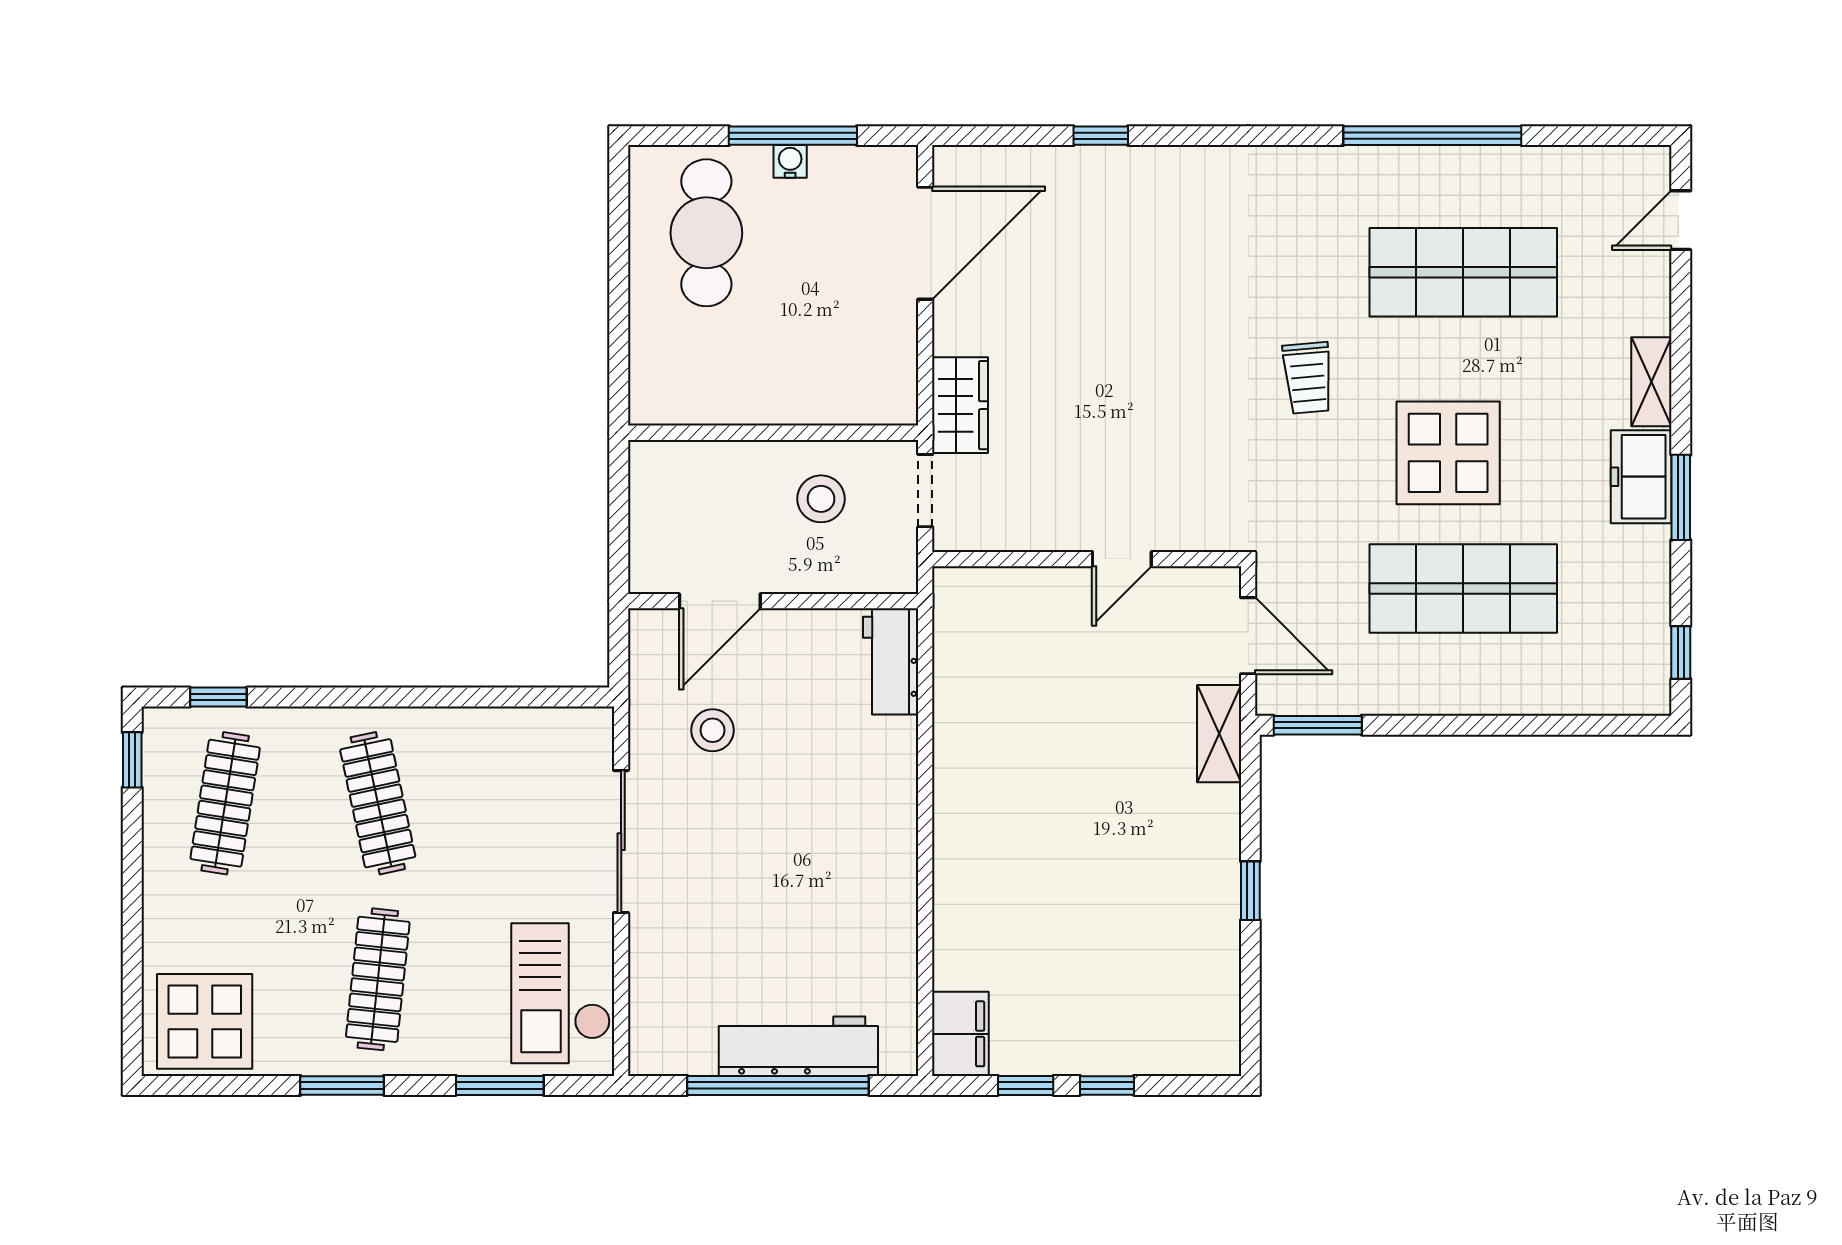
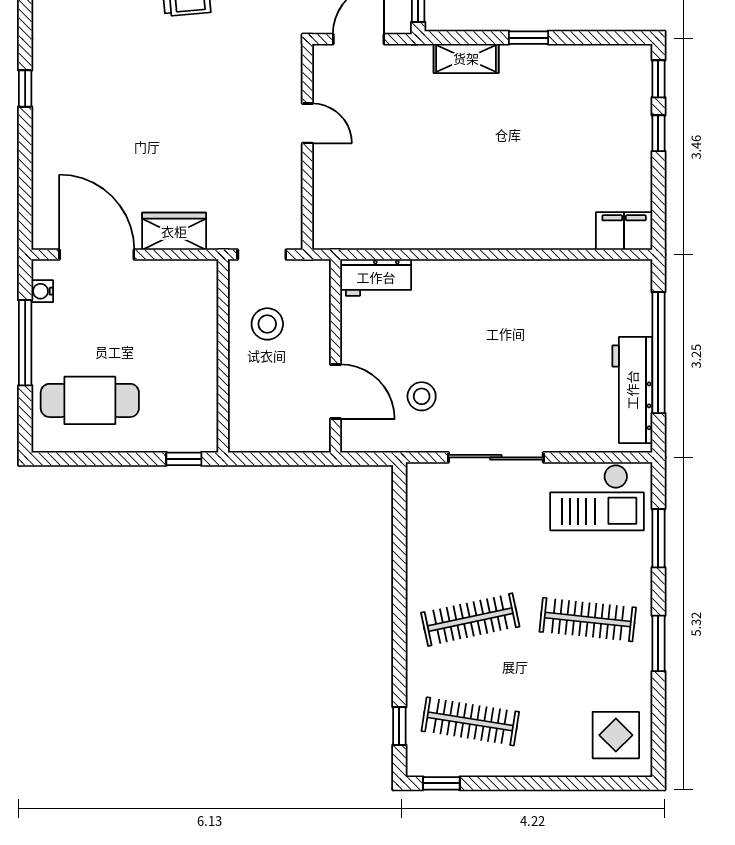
window: (1101, 136) -> (25, 88), moved
water cooler: (790, 161) -> (42, 291), moved
window: (619, 374) -> (184, 459), added
wardrobe: (960, 405) -> (174, 231), moved
shelving: (1219, 734) -> (466, 58), moved
display table: (205, 1021) -> (616, 735), width x0.73, depth x0.73
workbench: (798, 1046) -> (632, 390), moved
window: (1026, 1085) -> (658, 79), moved

